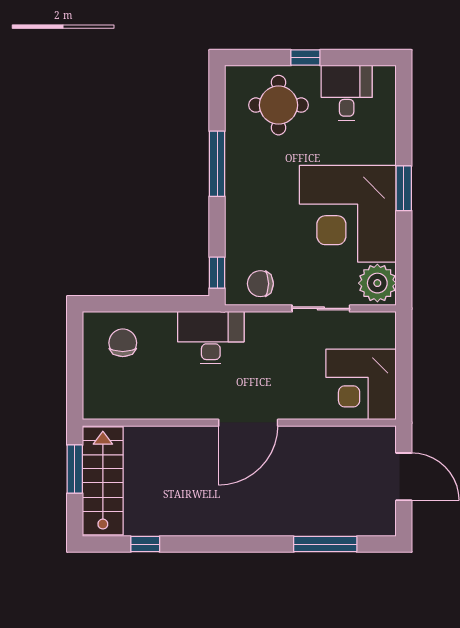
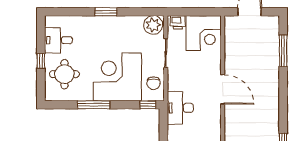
corner desk: (348, 214) -> (117, 77), moved, turned 180
printer: (383, 332) -> (178, 22), added

